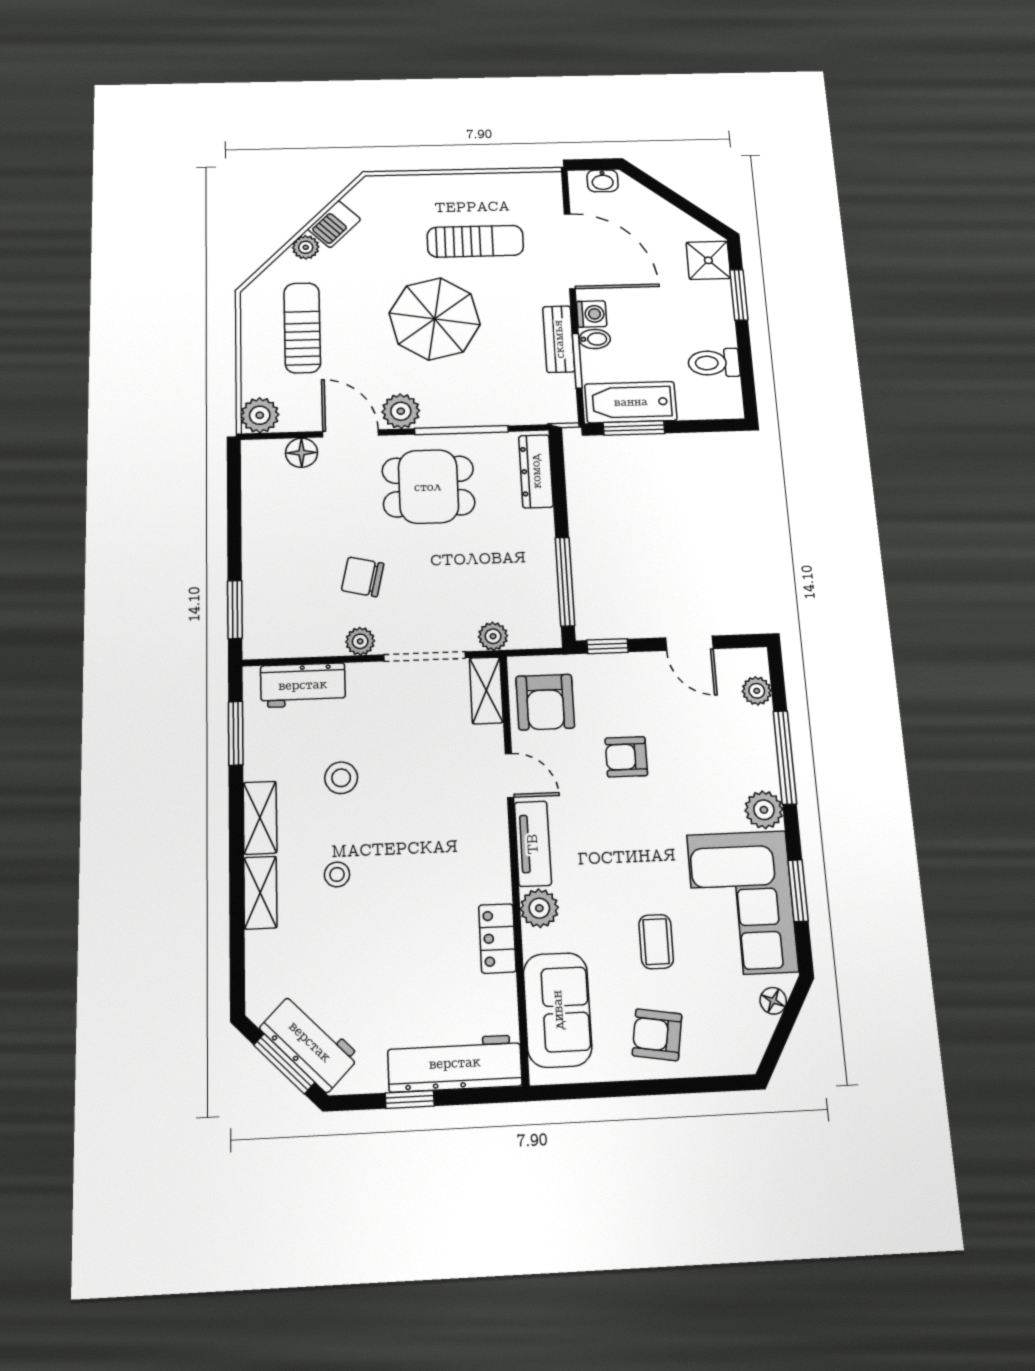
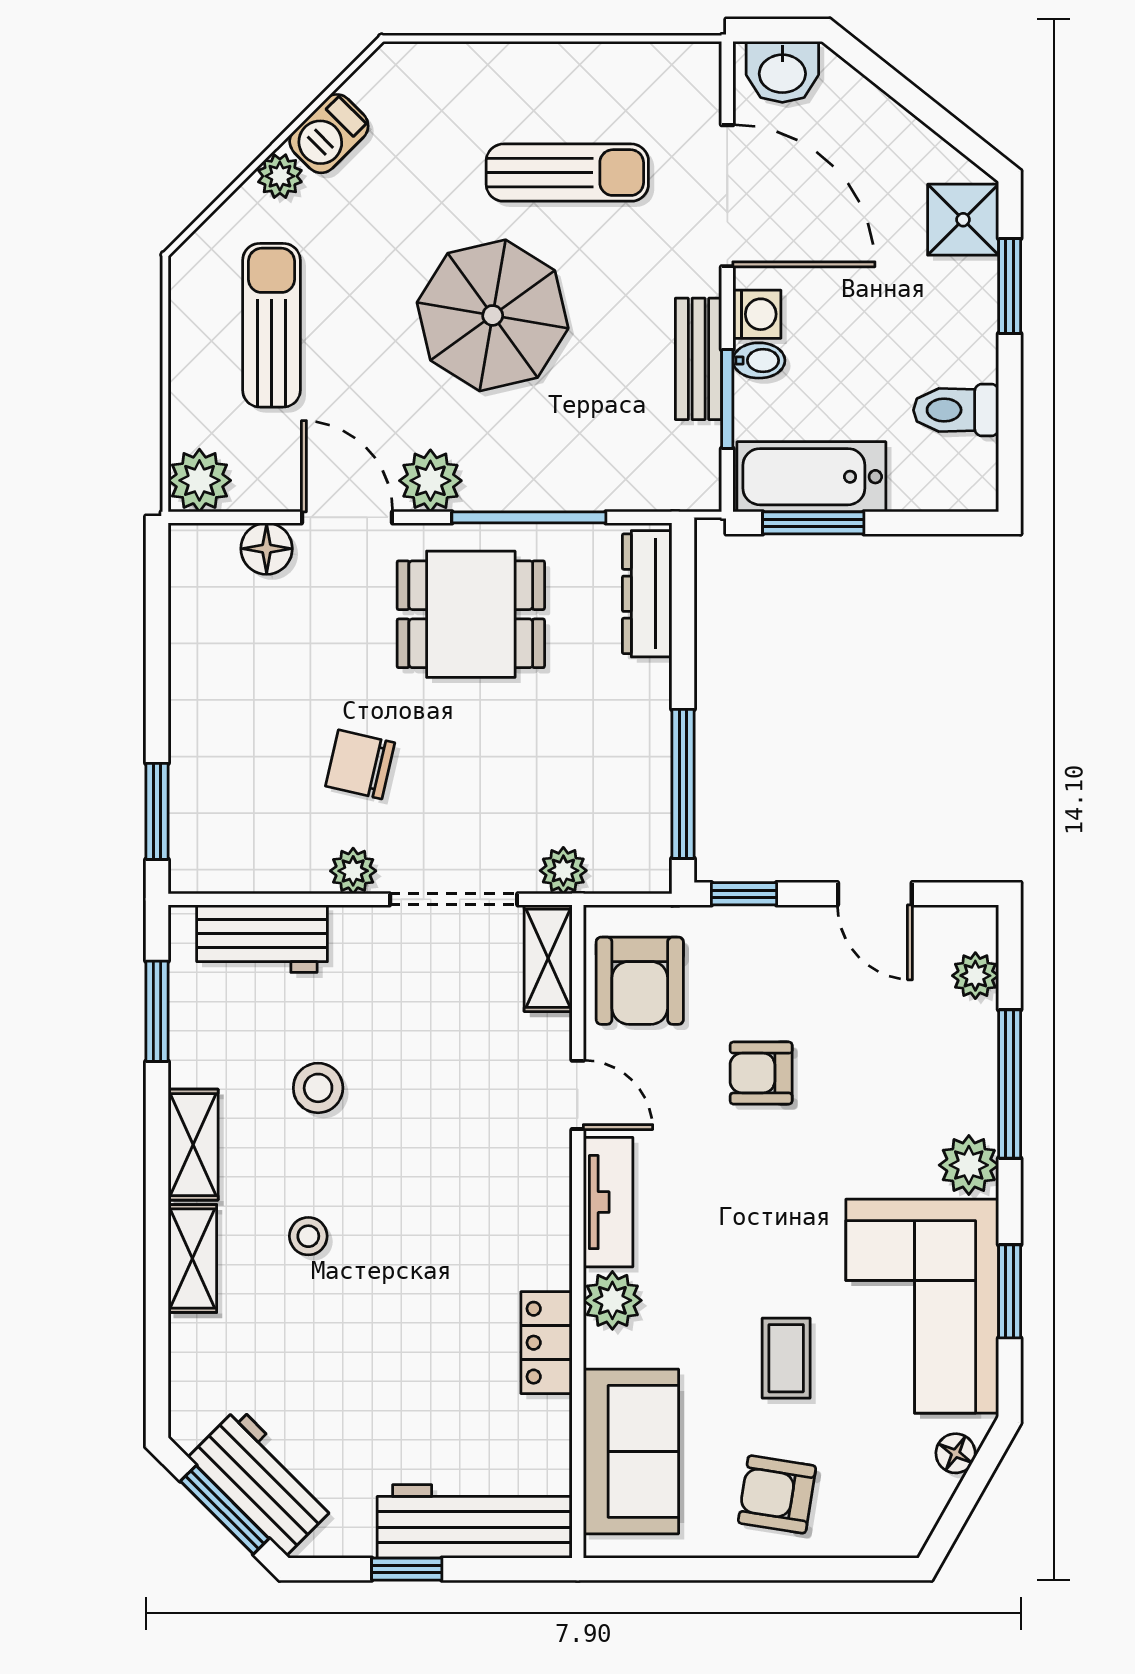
washbasin: (603, 181) -> (782, 72), width x1.38, depth x1.45

